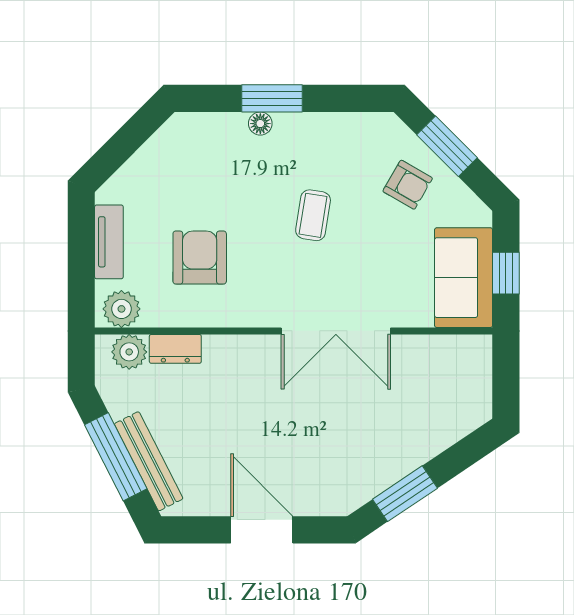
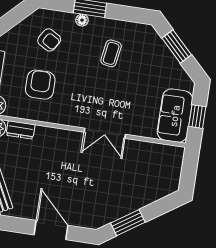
armchair: (408, 185) -> (49, 40), moved
coffee table: (313, 215) -> (111, 53), moved
double door: (336, 331) -> (105, 133), width x0.73

